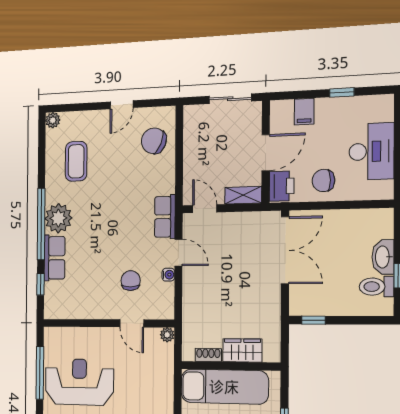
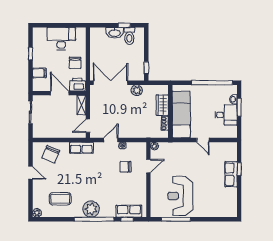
row of seats: (165, 217) -> (81, 148), moved
row of seats: (54, 258) -> (129, 211), moved
plant: (270, 301) -> (137, 90), added

